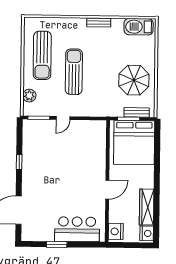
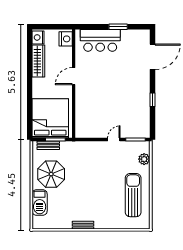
barbecue: (139, 27) -> (40, 203), moved, turned 90
sun lounger: (74, 72) -> (105, 181), removed

